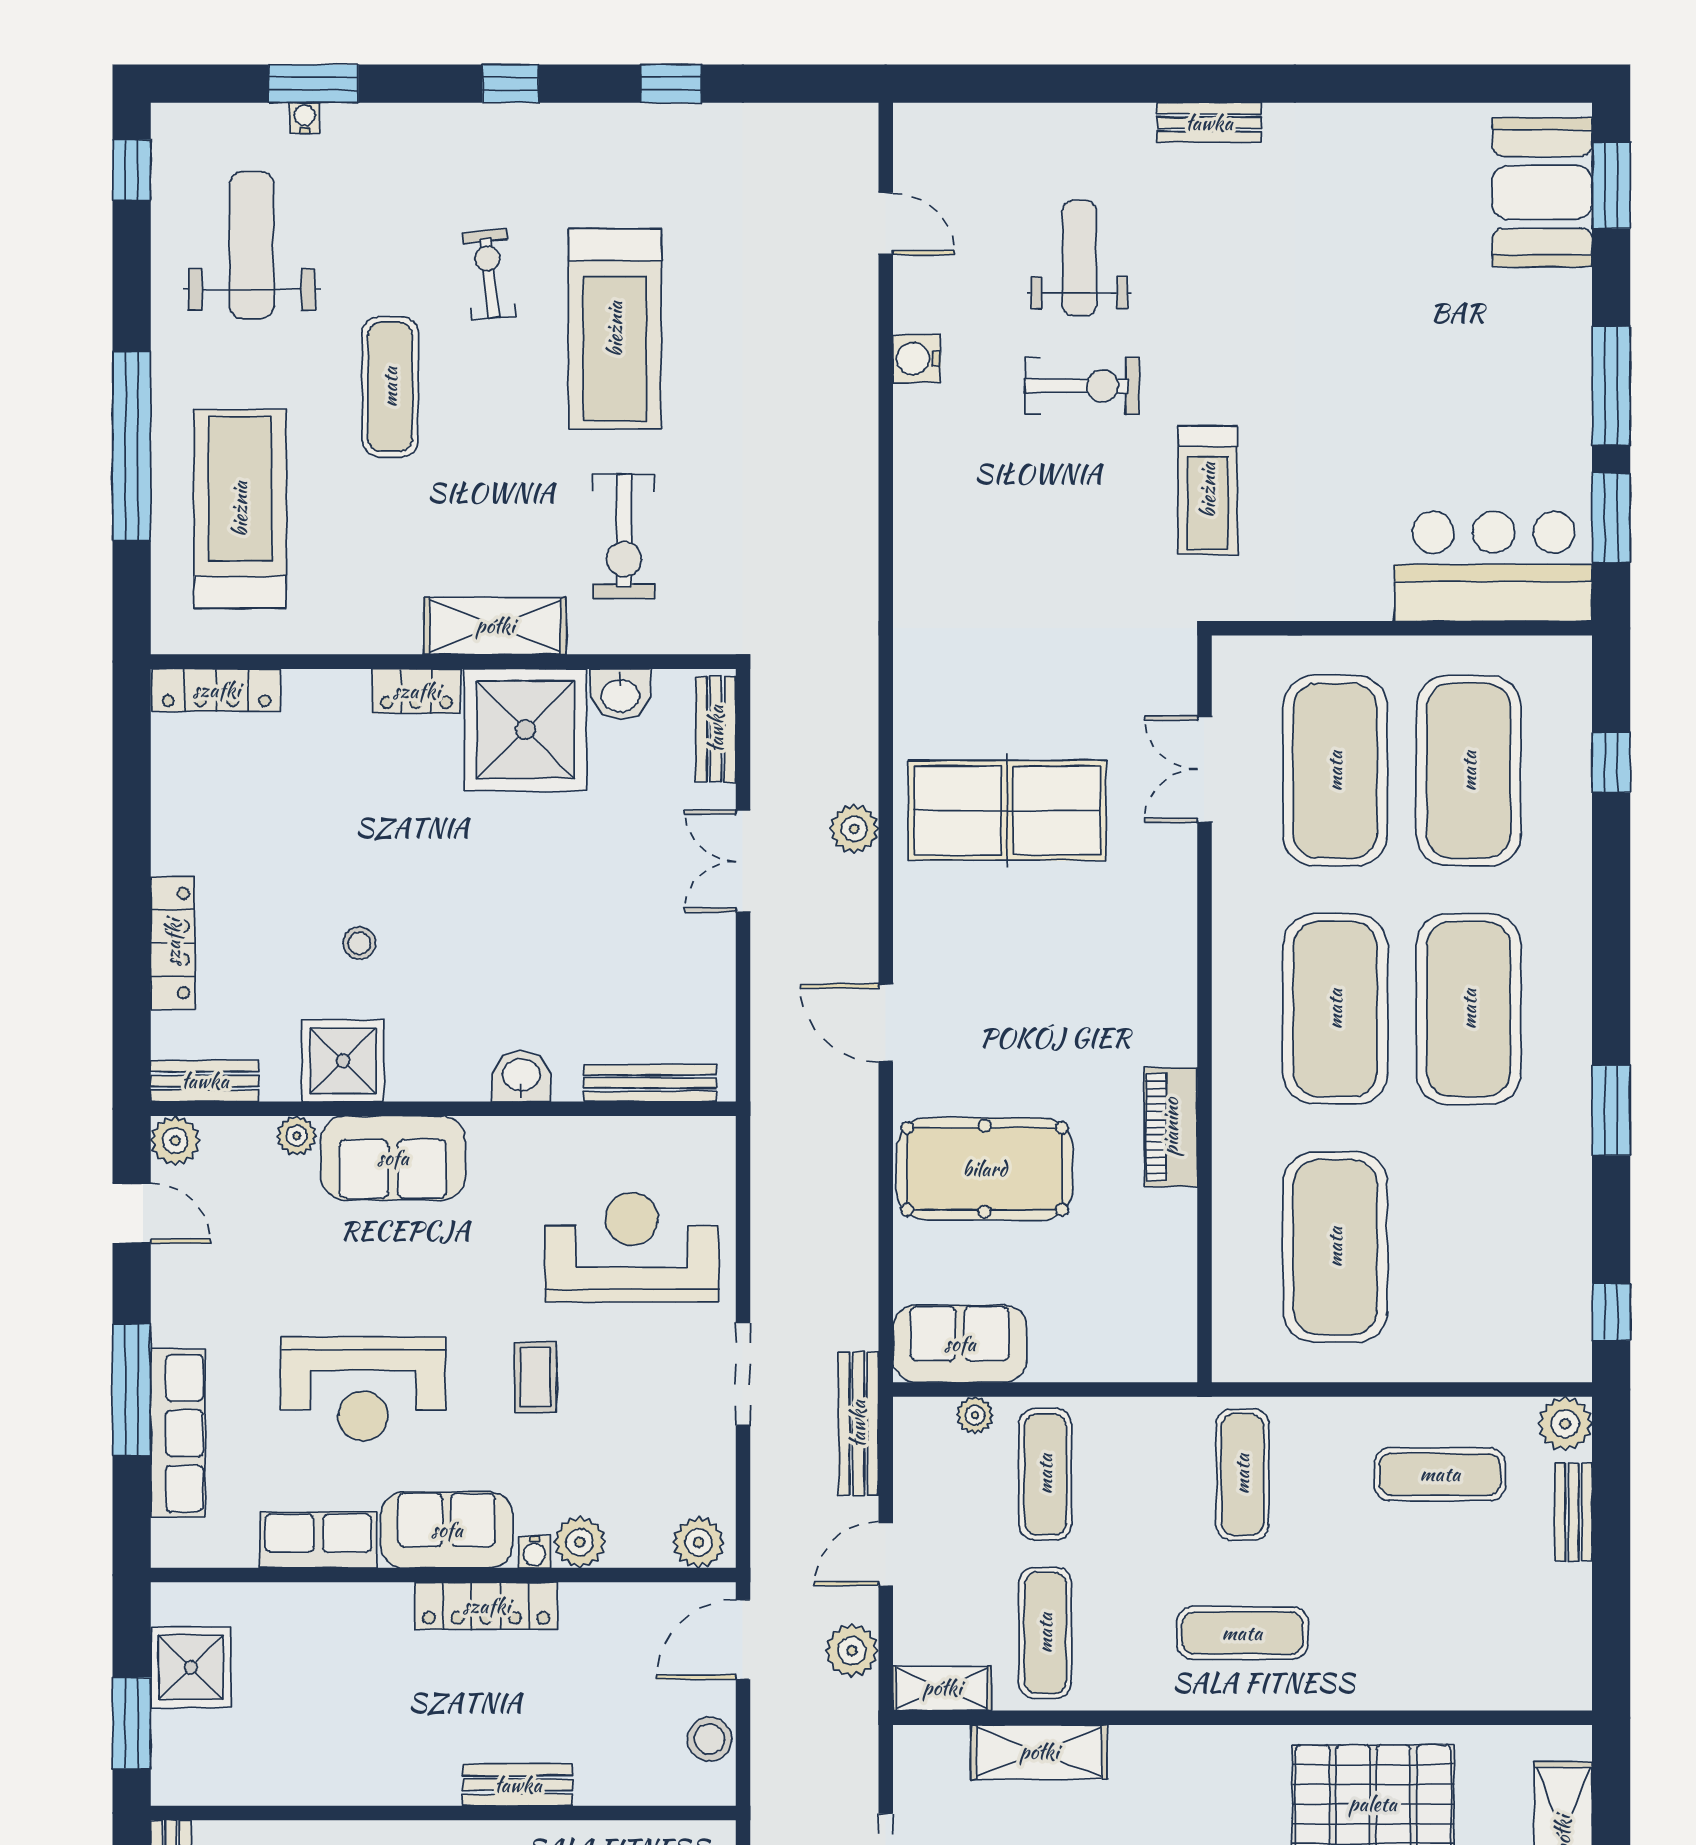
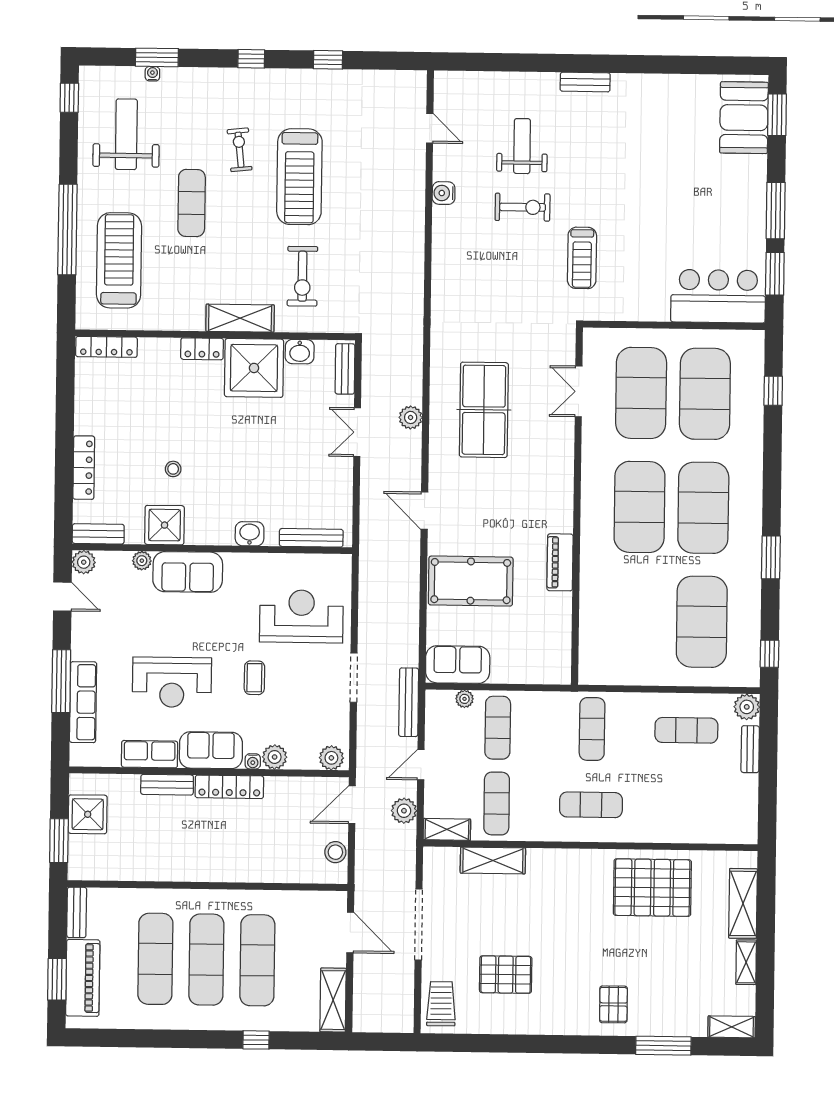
table tennis table: (1007, 811) -> (484, 410), turned 90
exercise mat: (1335, 1247) -> (702, 622), moved
bench: (518, 1785) -> (167, 785), moved

